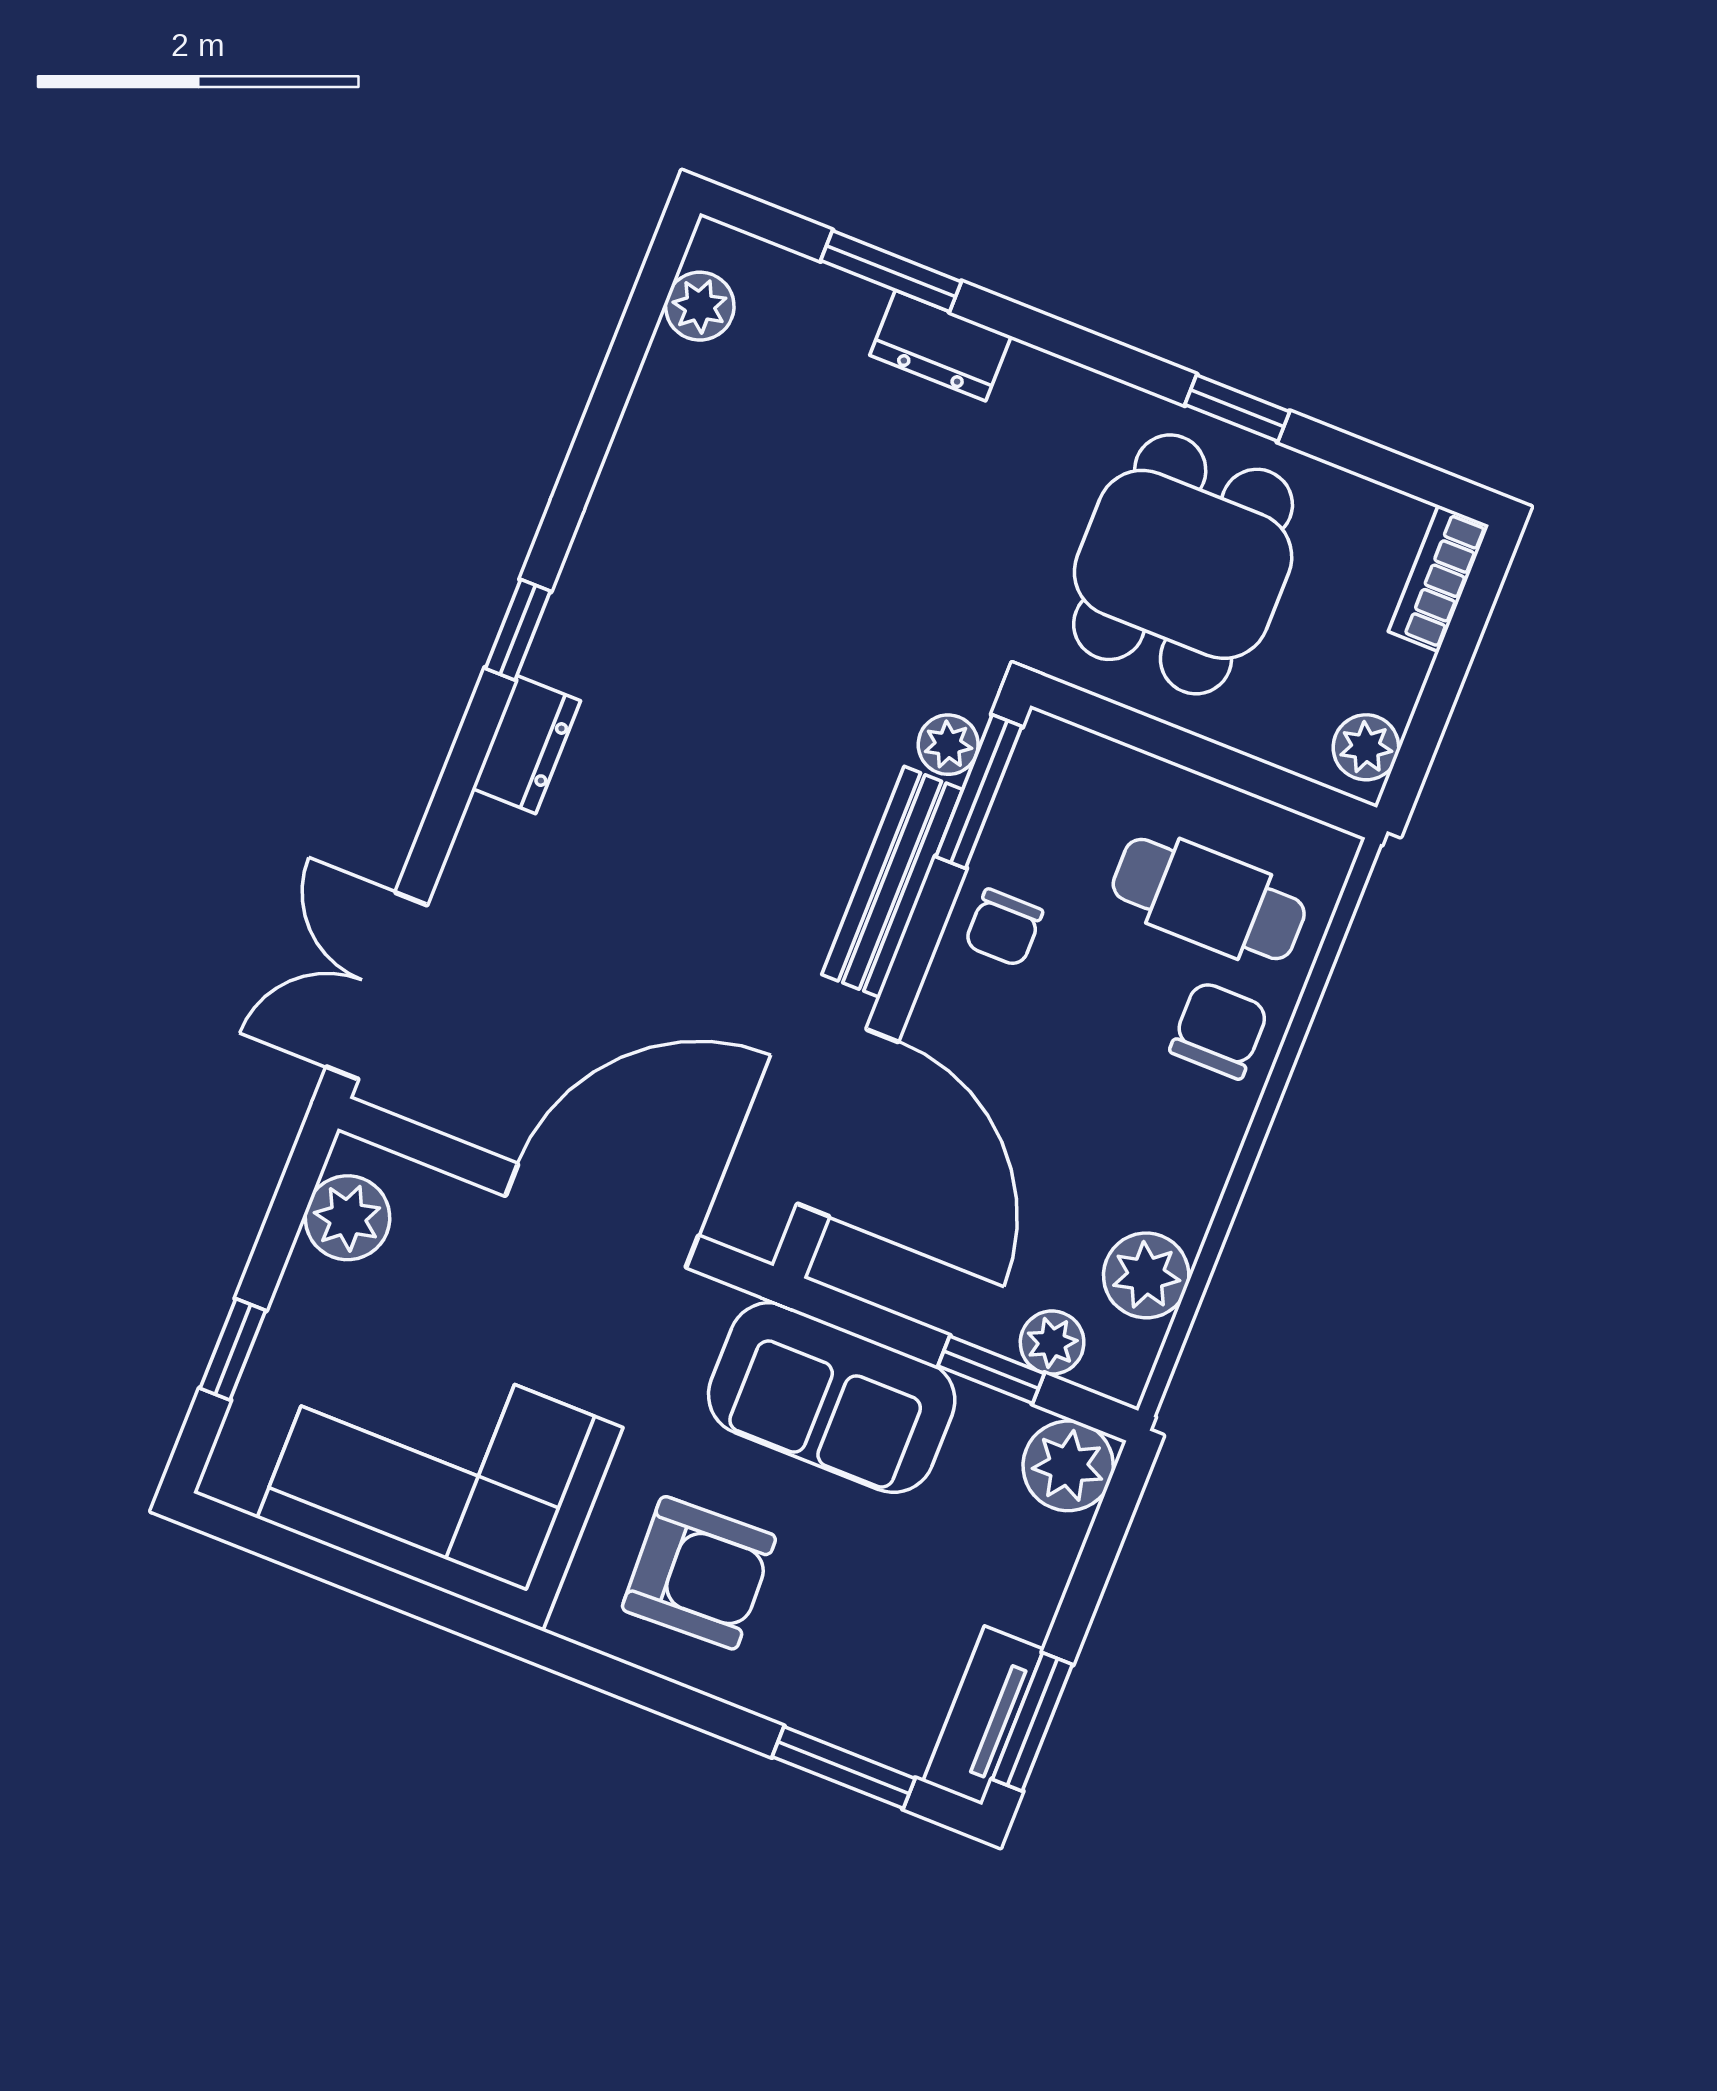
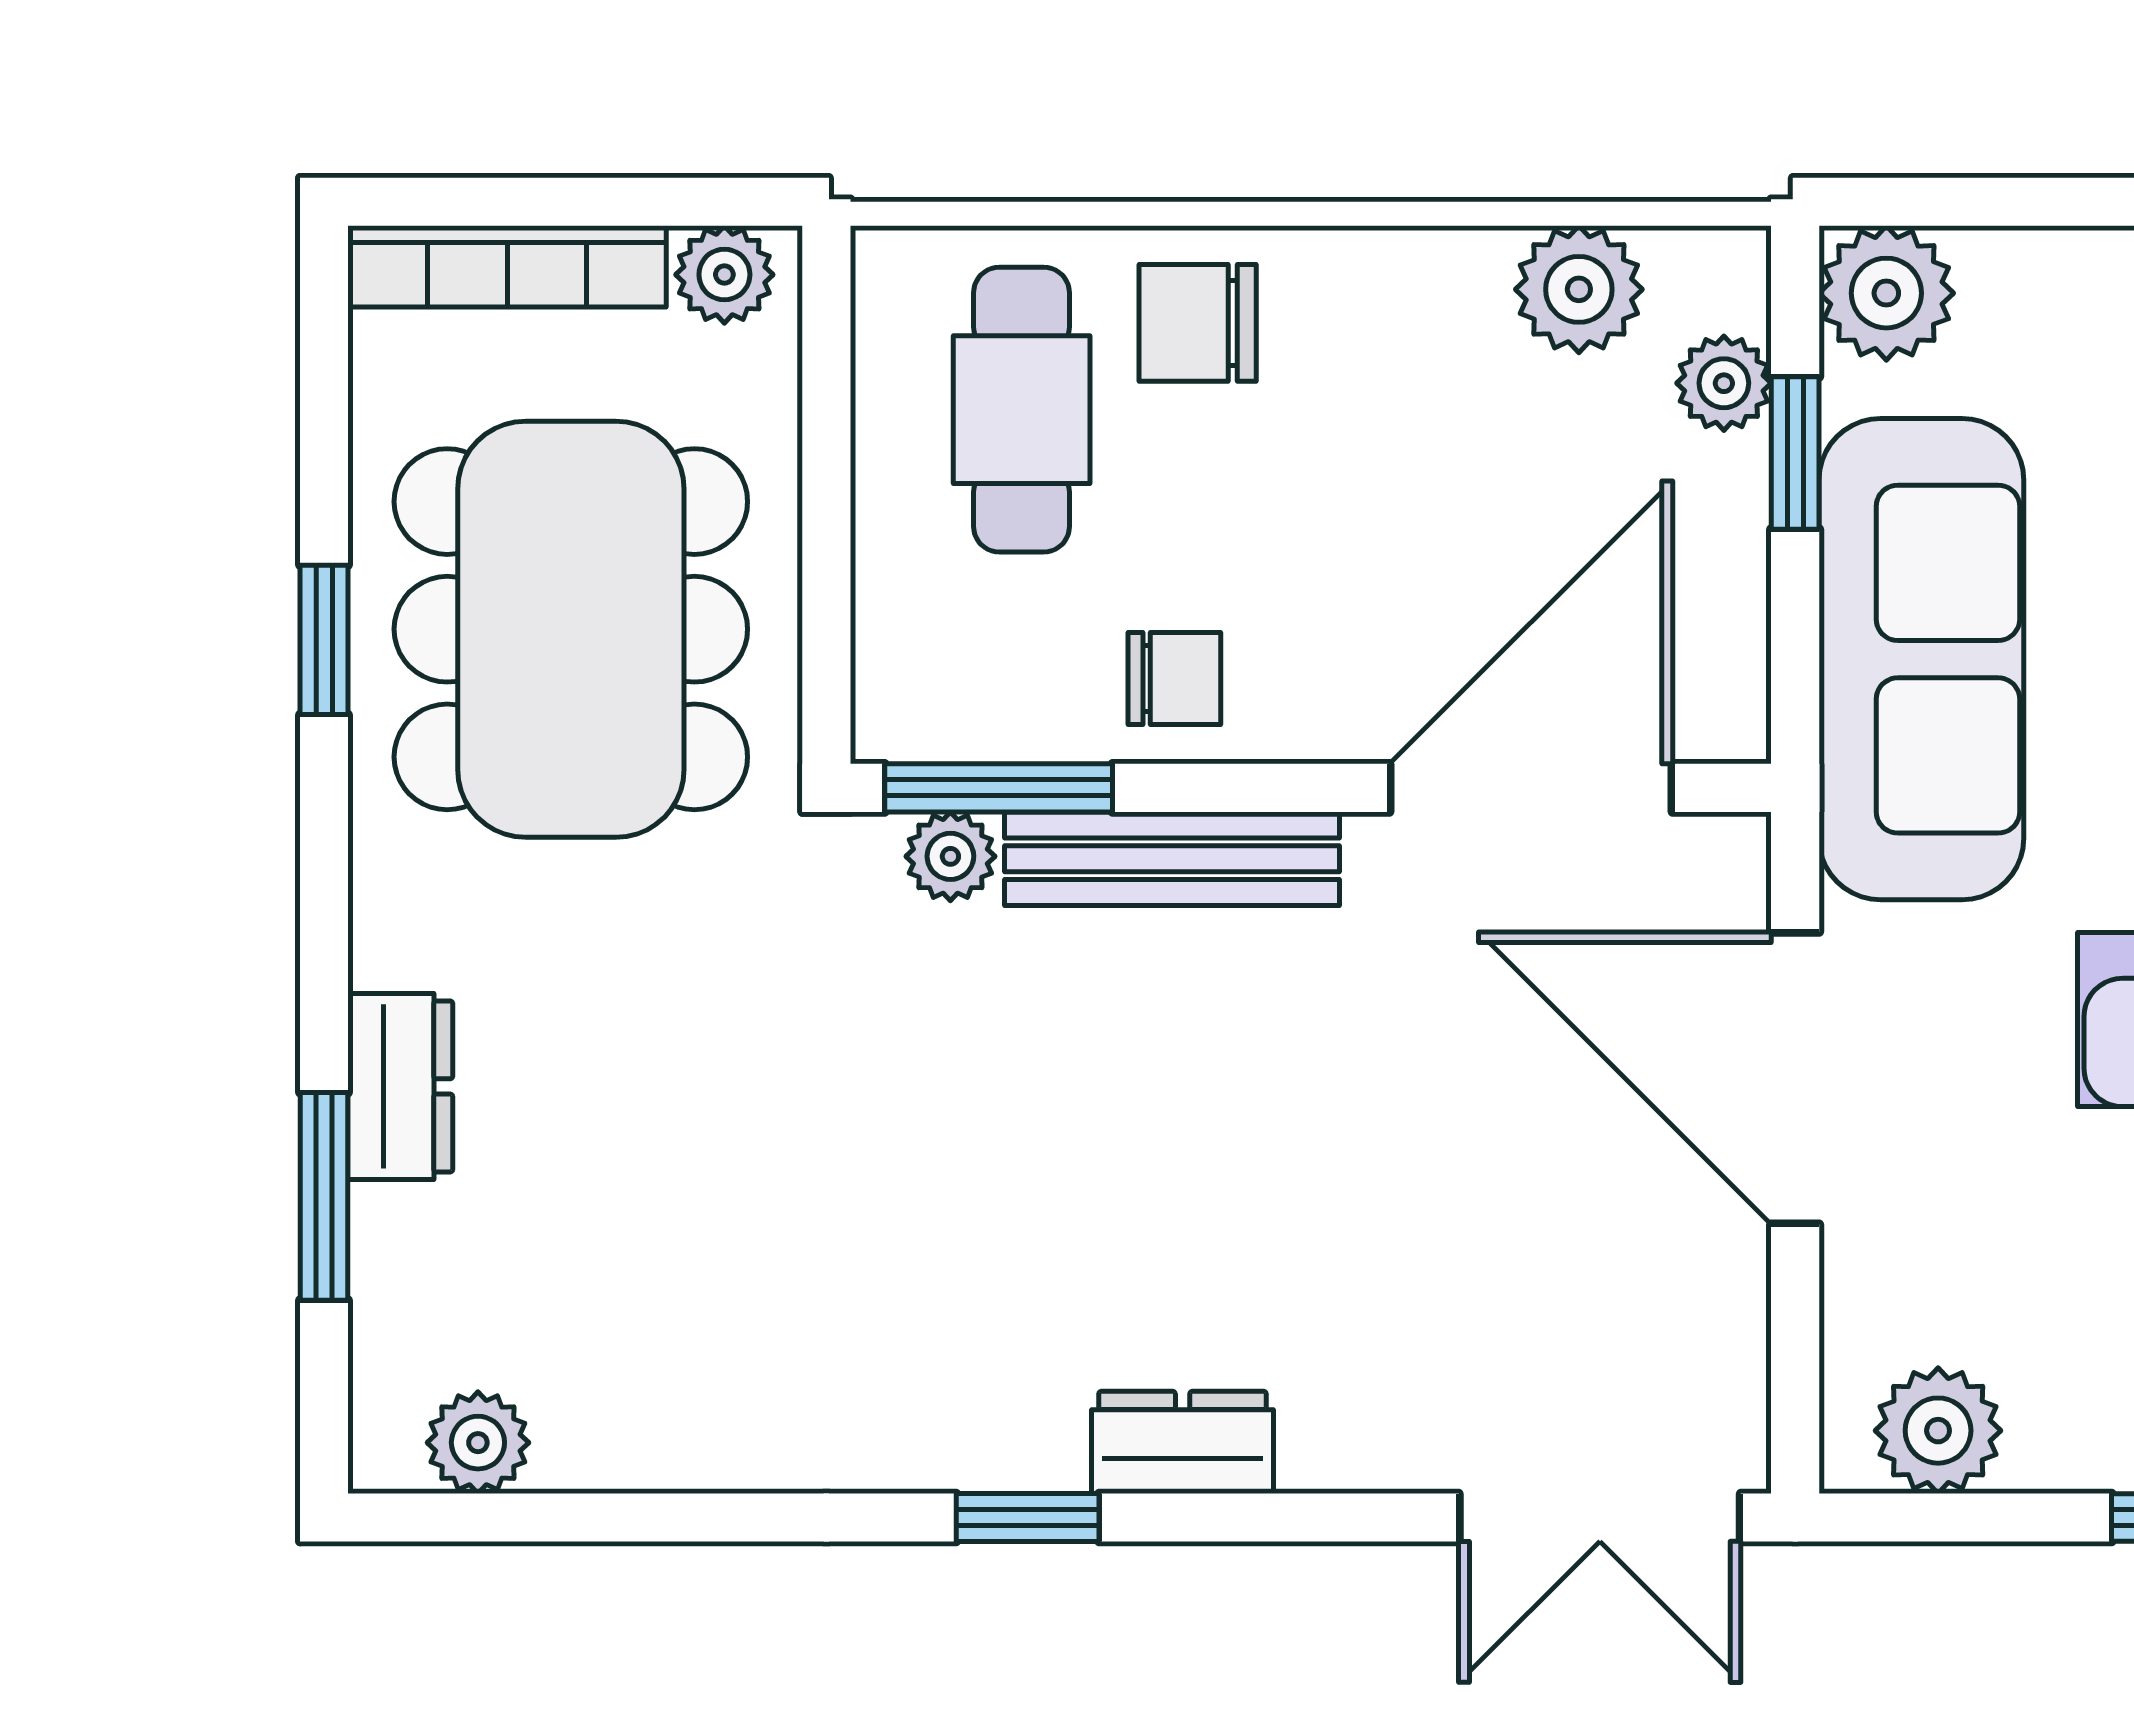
dining table: (1183, 564) -> (571, 629), width x1.38
bookcase: (1439, 578) -> (507, 266), width x1.56
sofa: (832, 1397) -> (1921, 659), width x1.36

